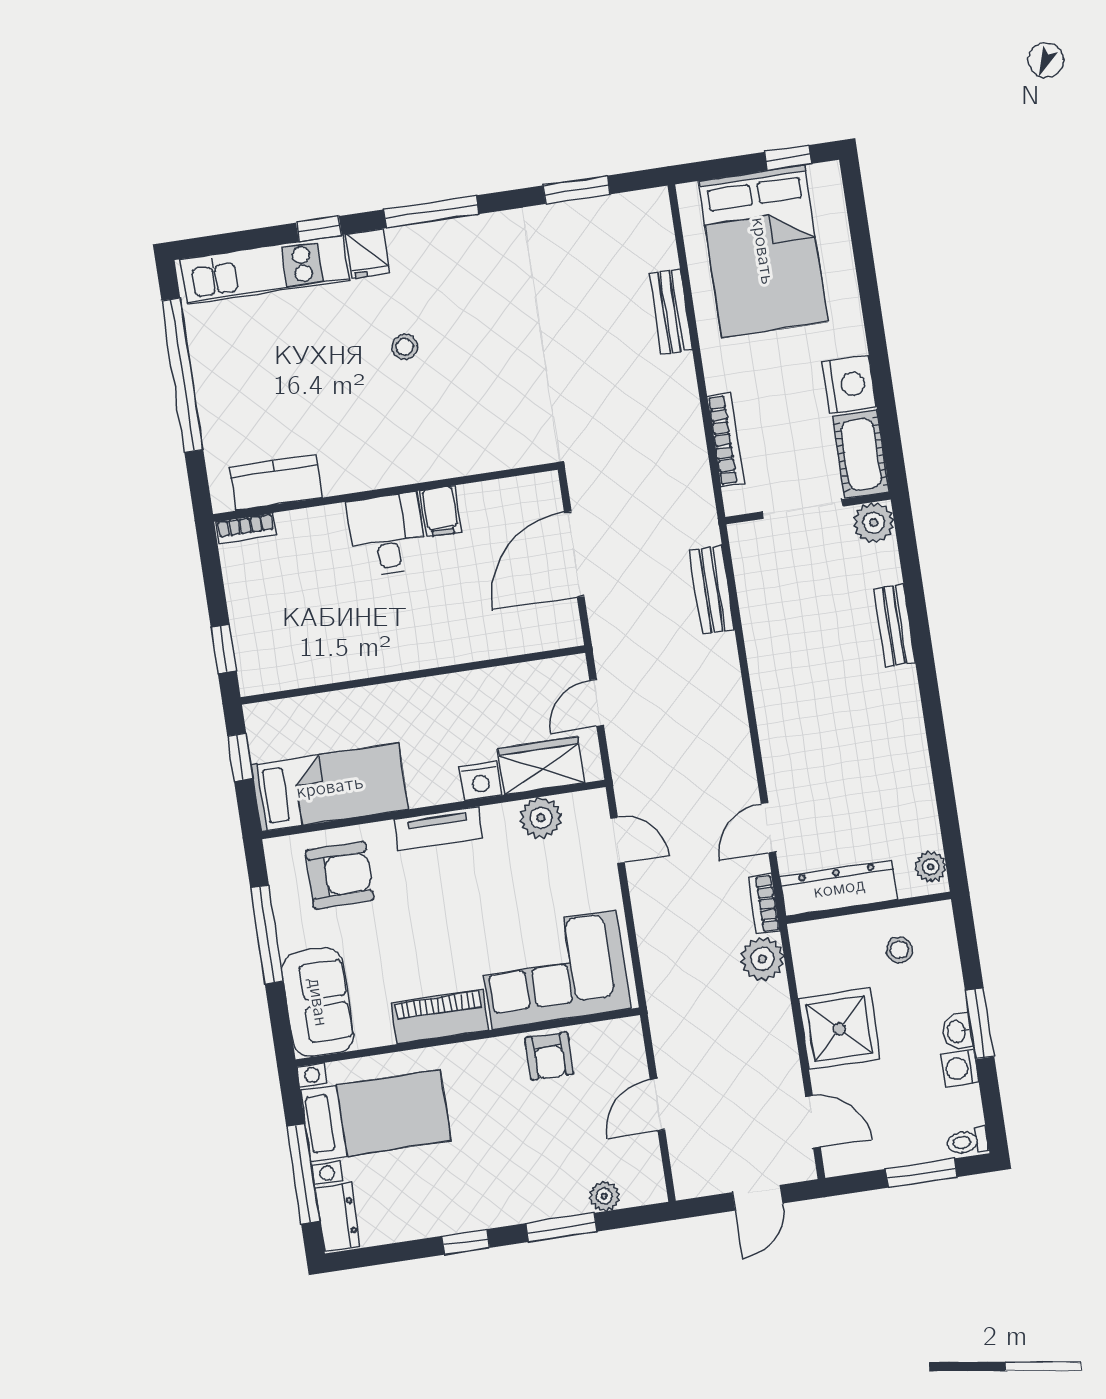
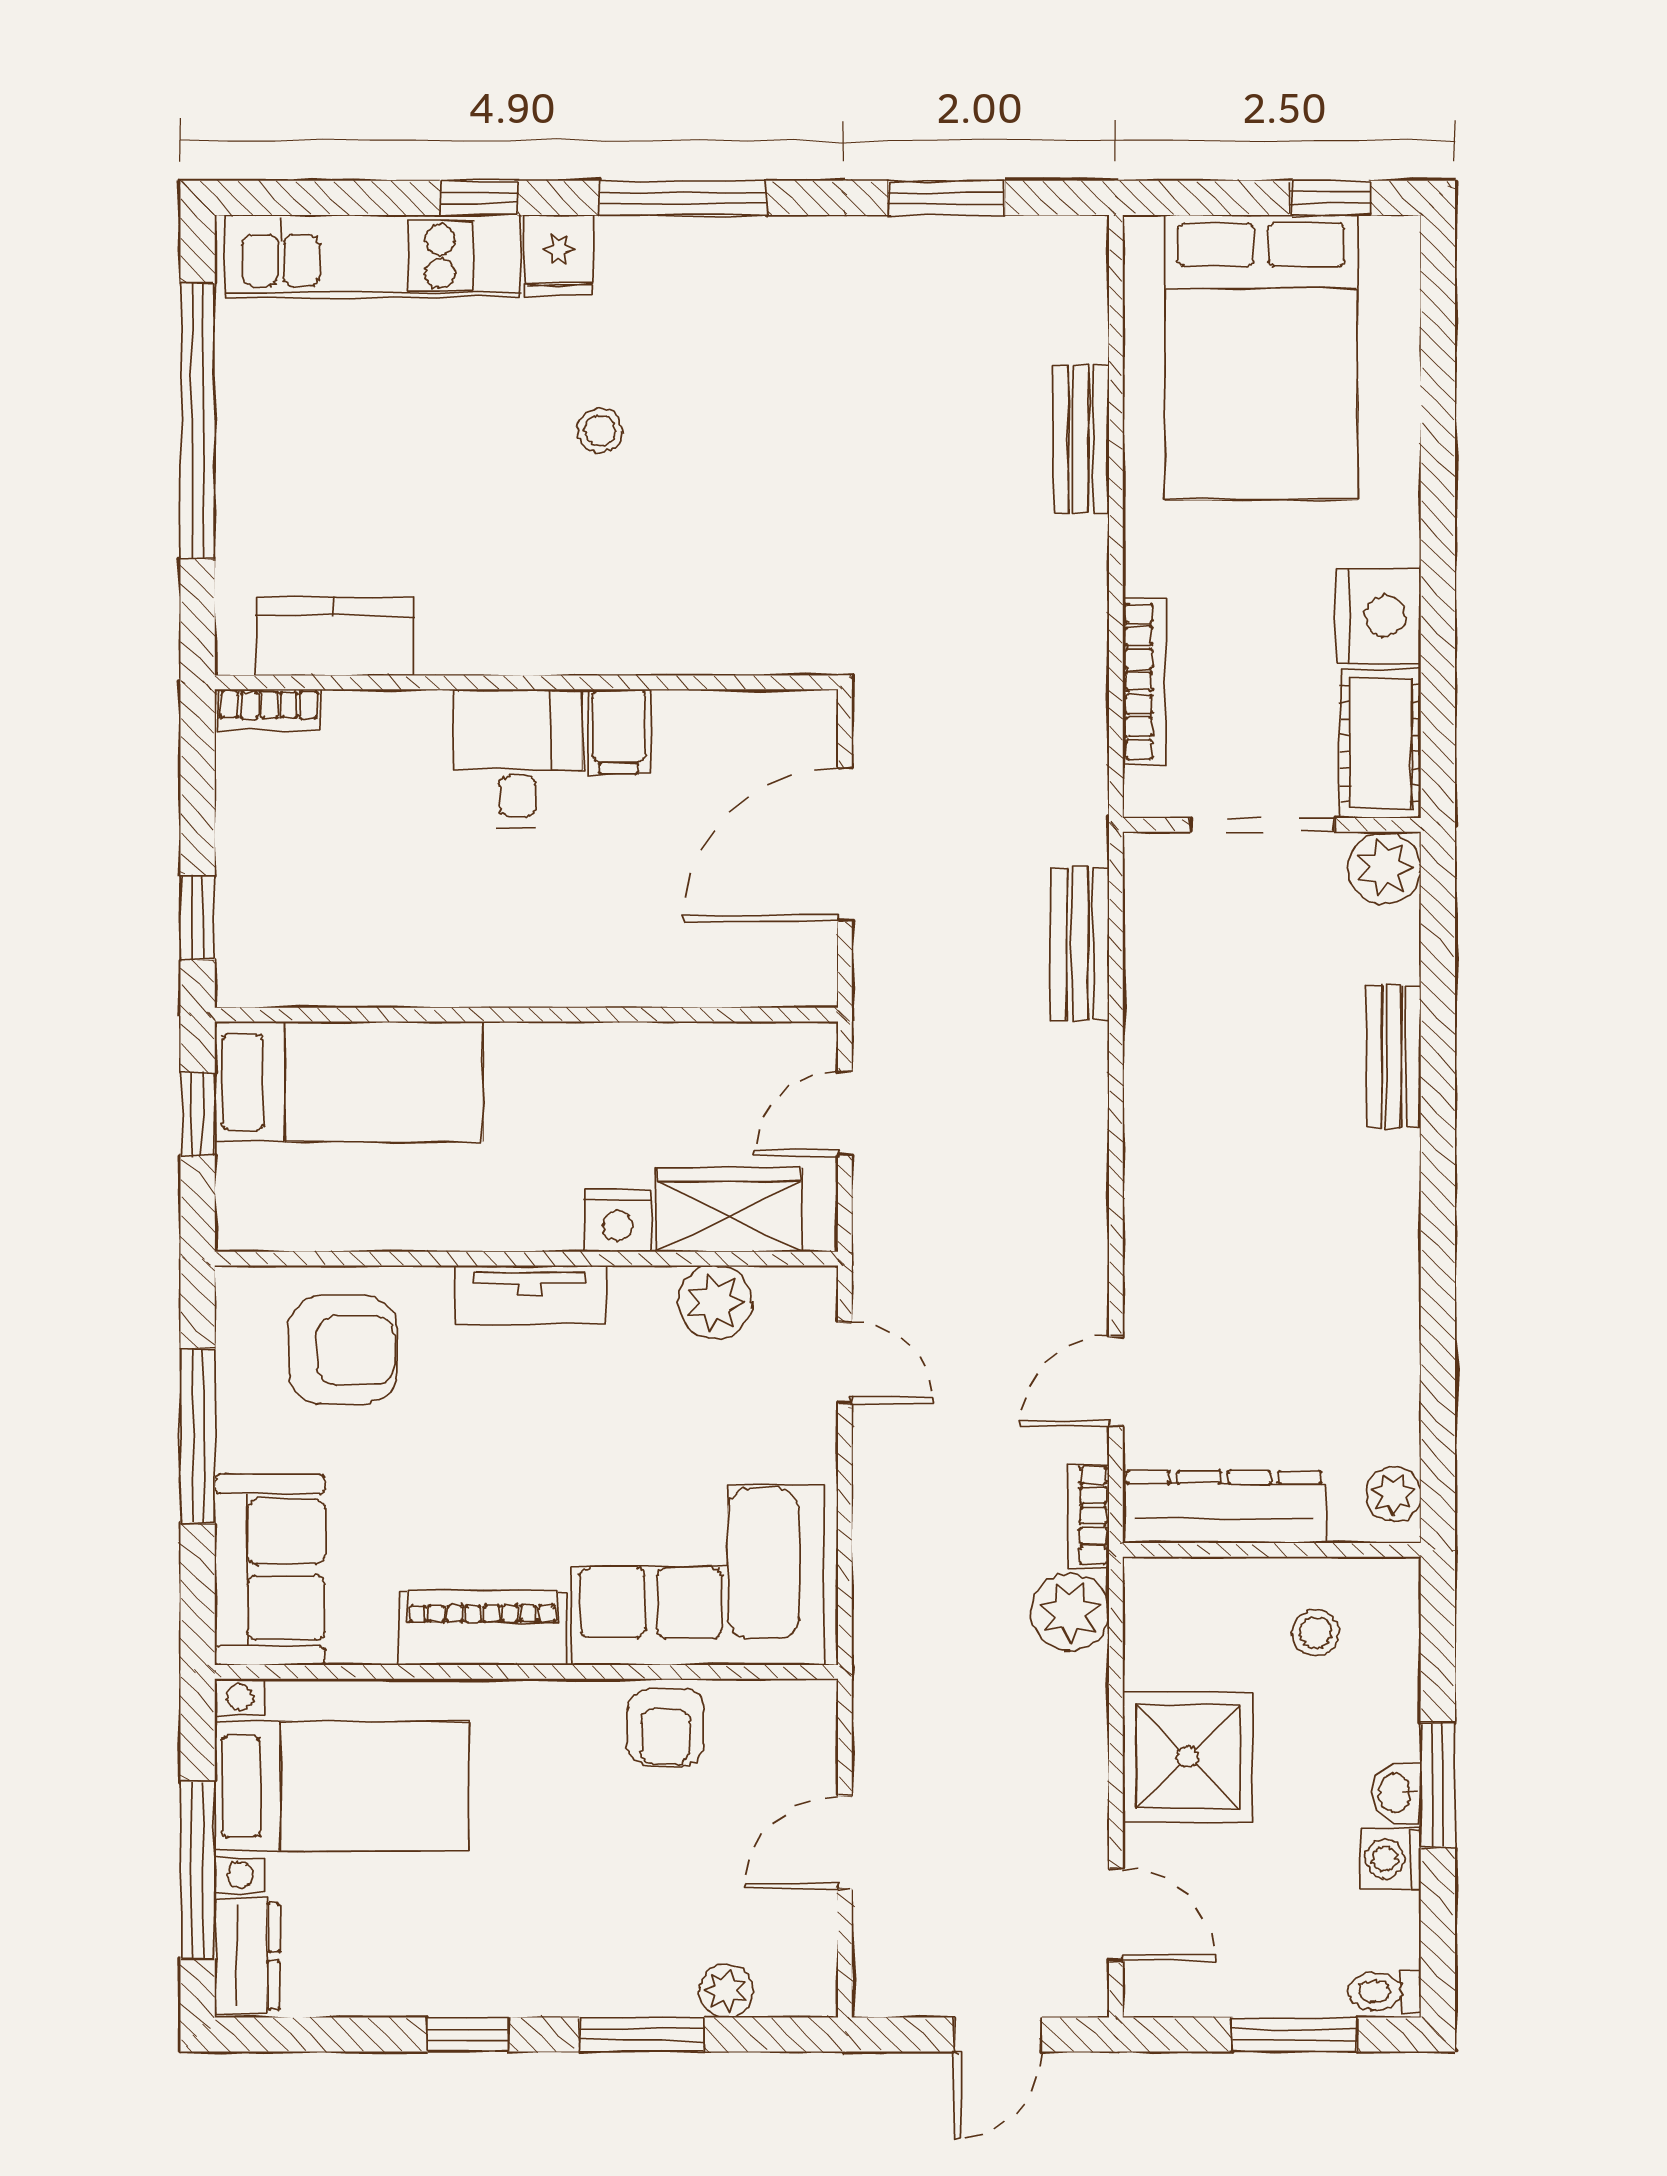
bed: (330, 787) -> (349, 1082), moved

